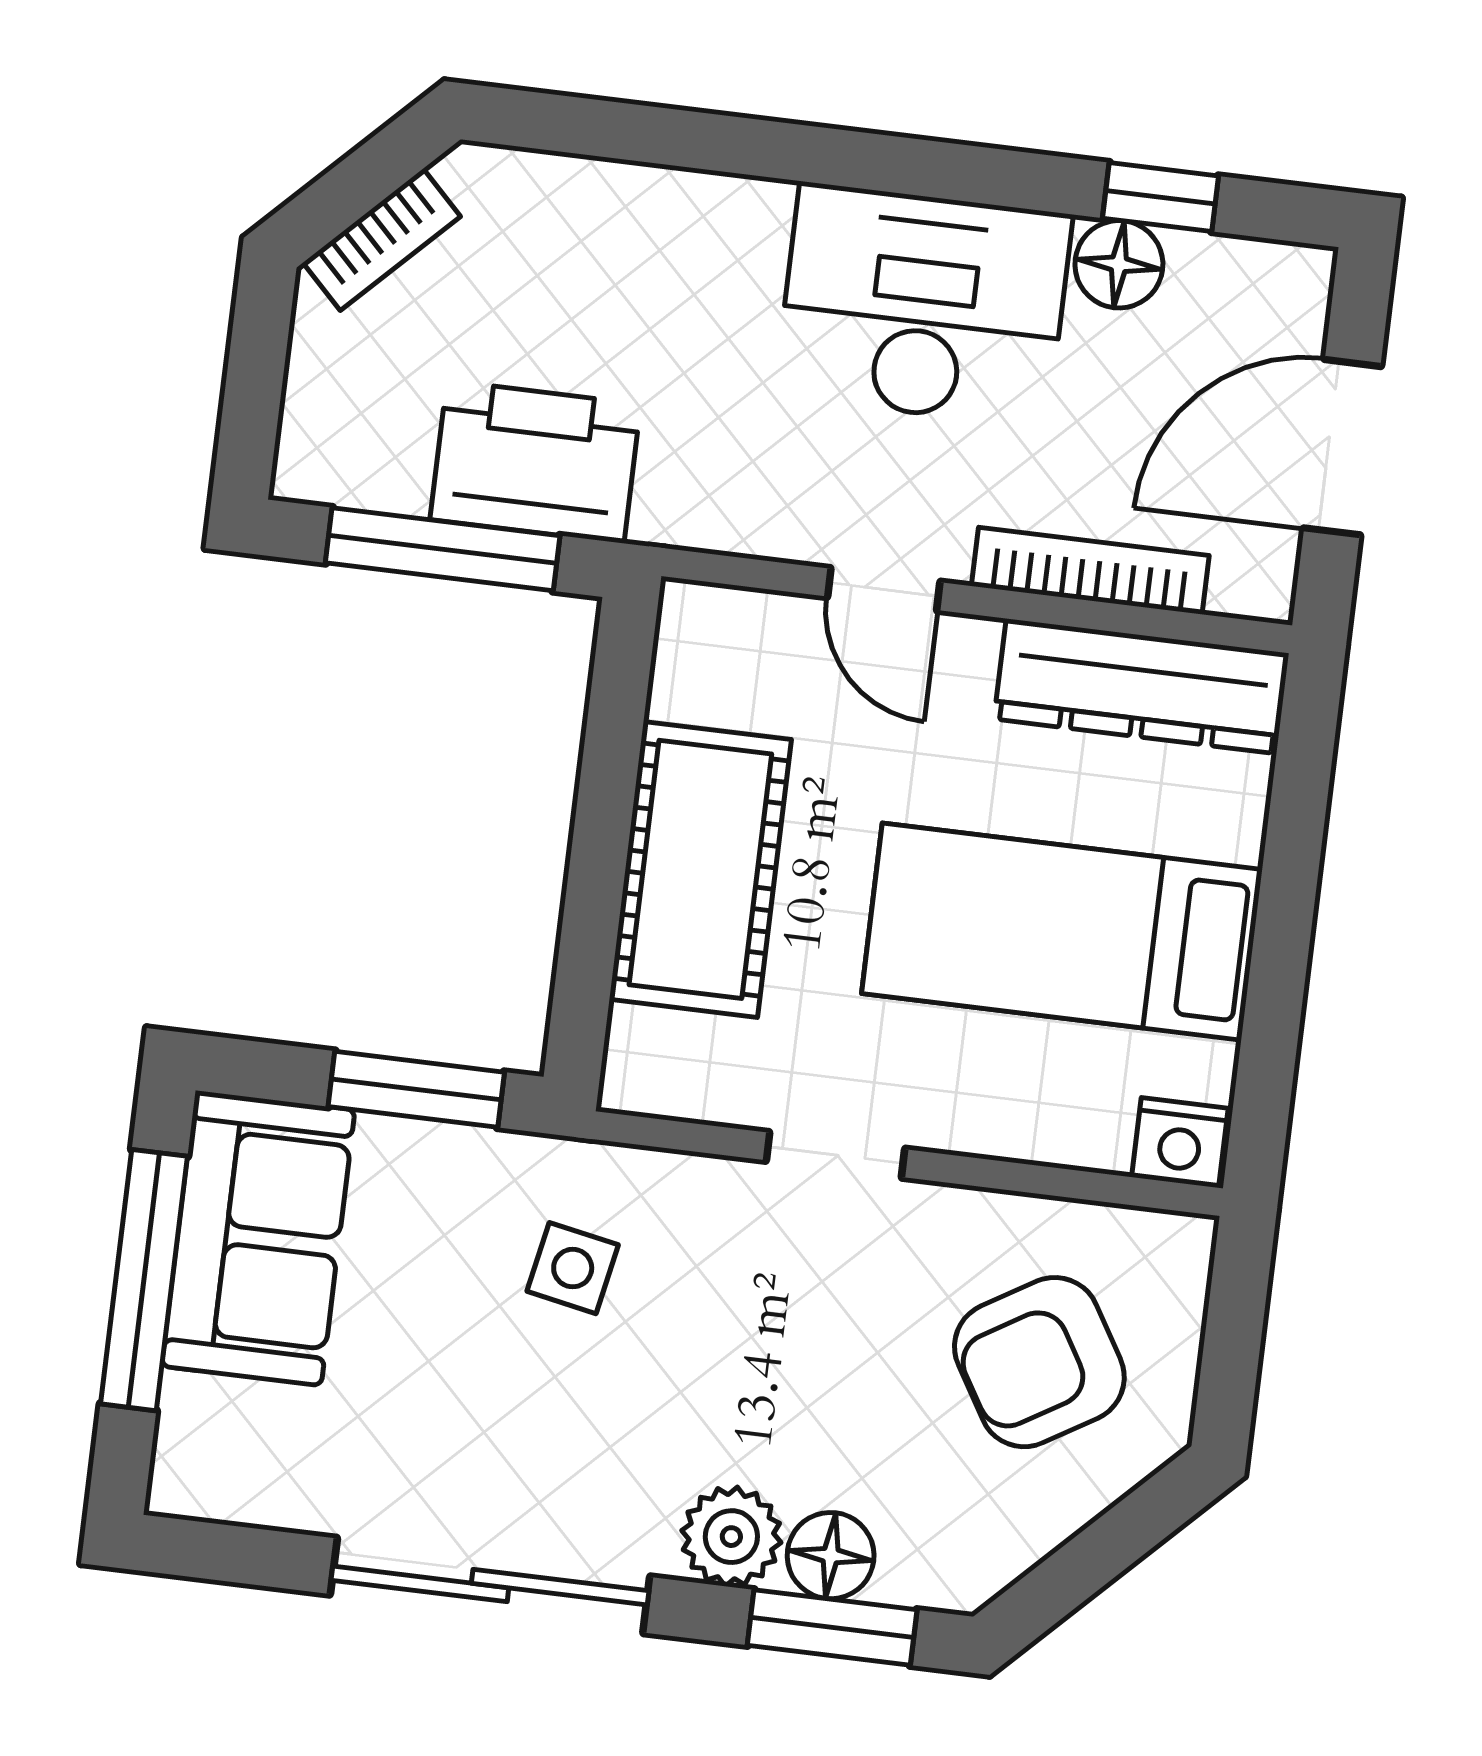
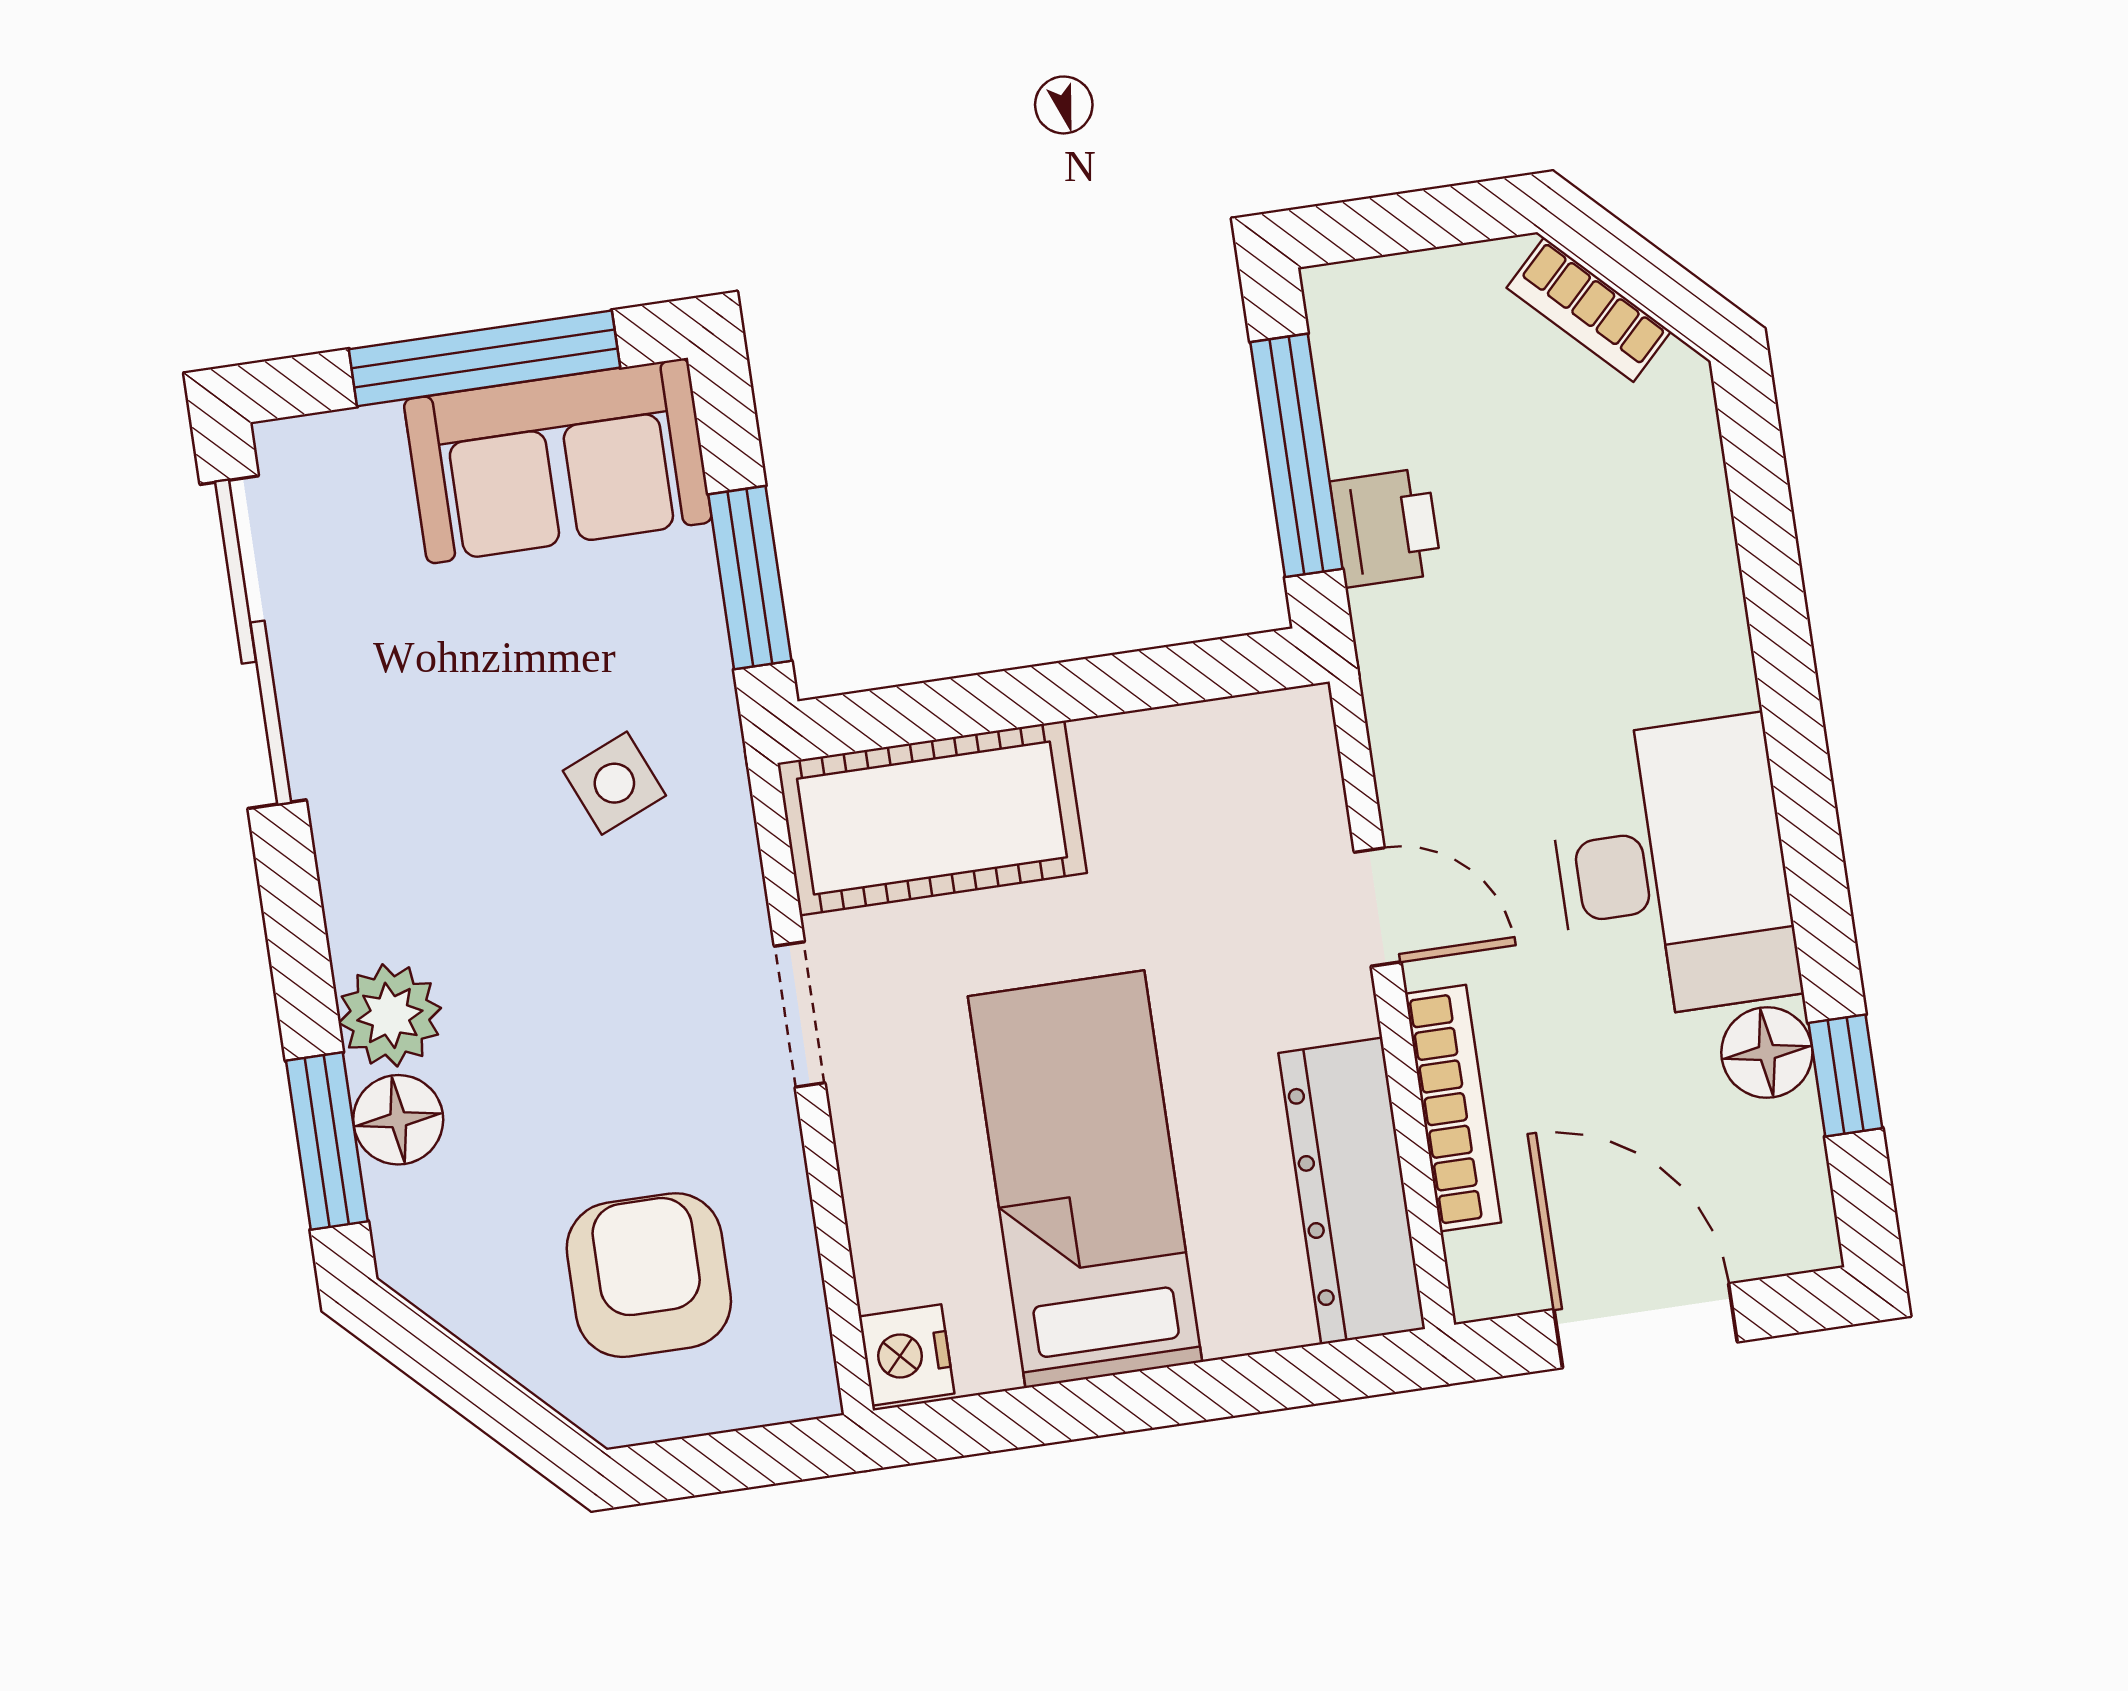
printer: (535, 462) -> (1386, 528), width x0.53, depth x0.68
door: (884, 589) -> (1378, 907), swing flipped
cot: (700, 869) -> (932, 818), moved
side table: (573, 1268) -> (614, 783), turned -34
armchair: (1039, 1362) -> (649, 1275), turned 31
sliding door: (490, 1586) -> (253, 642), moved

